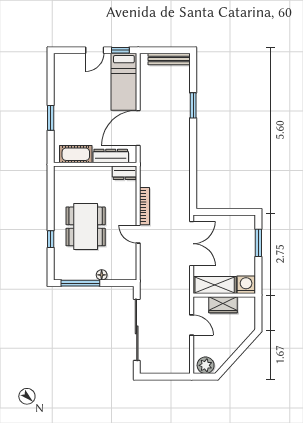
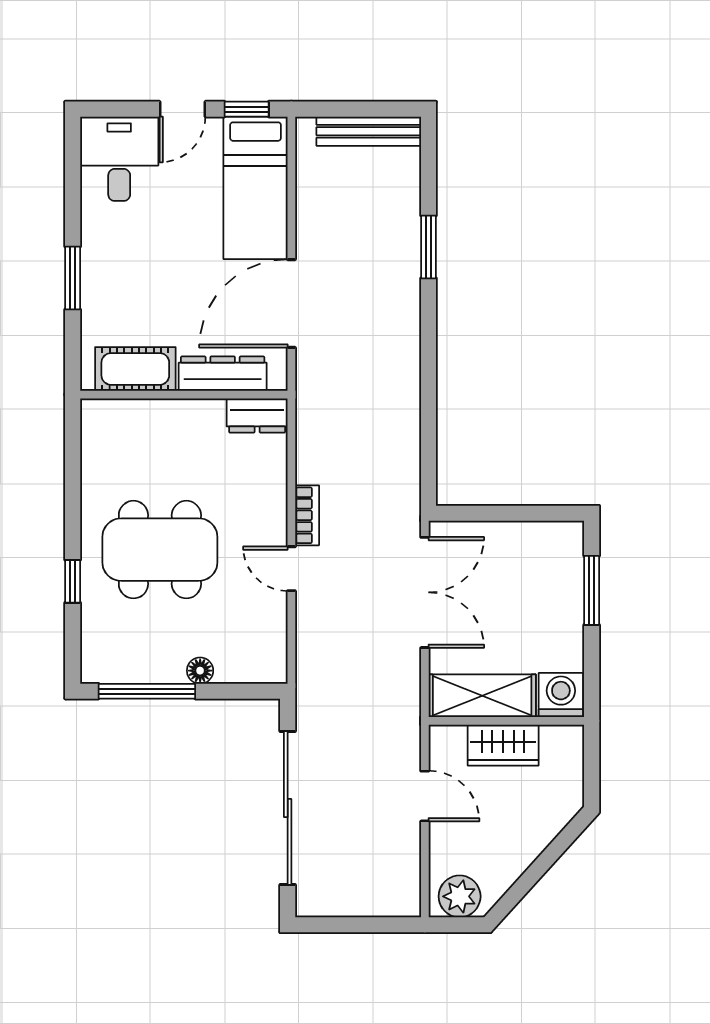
desk: (69, 70) -> (119, 159), added
bookcase: (144, 206) -> (307, 515), width x0.64
dining table: (86, 226) -> (160, 550), turned 90

